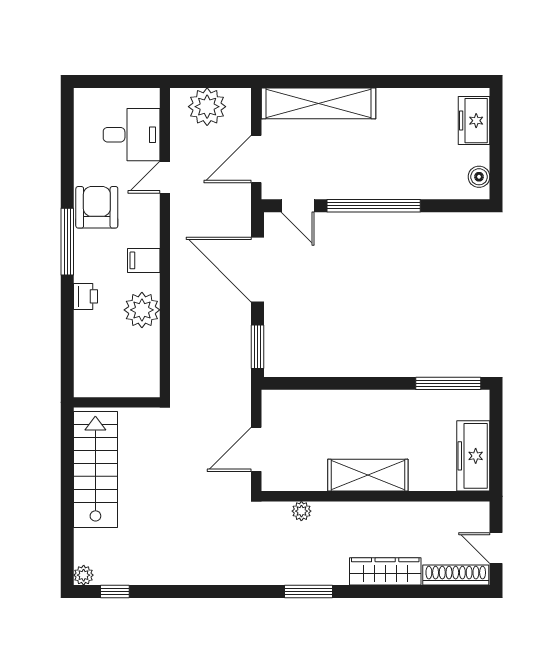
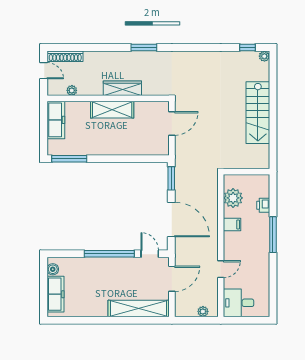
plant: (207, 107) -> (203, 311), width x0.53, depth x0.53
freezer: (474, 121) -> (55, 294), width x1.40
desk: (132, 135) -> (239, 303), moved
armchair: (97, 207) -> (257, 253), removed
wall: (117, 402) -> (247, 172), moved
plant: (301, 511) -> (72, 90), moved
wardrobe: (385, 571) -> (122, 88), moved, turned 180

